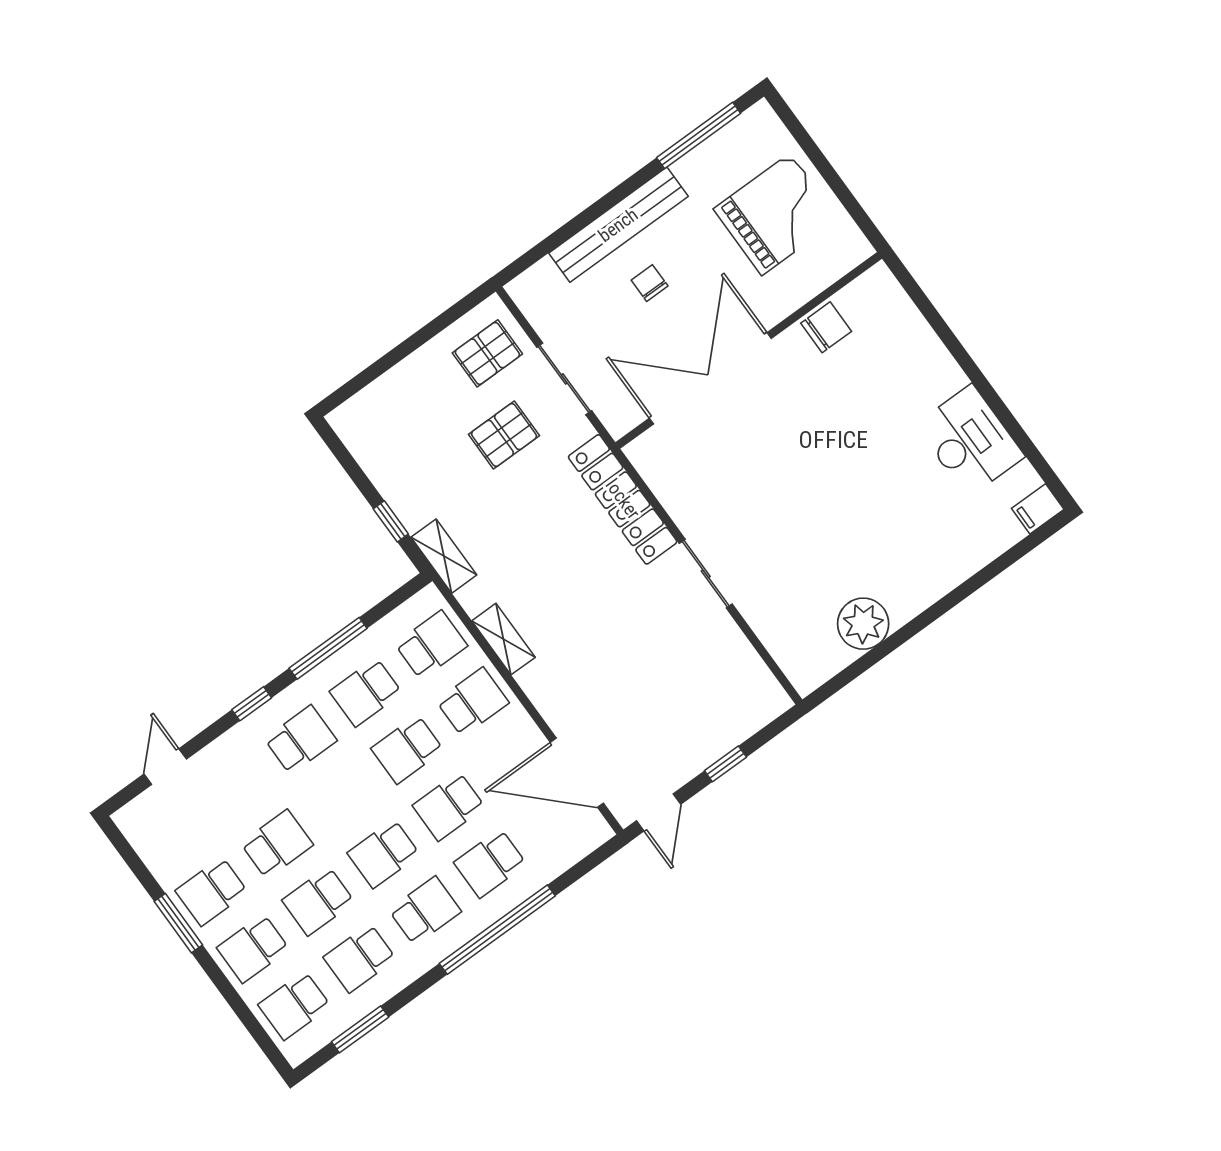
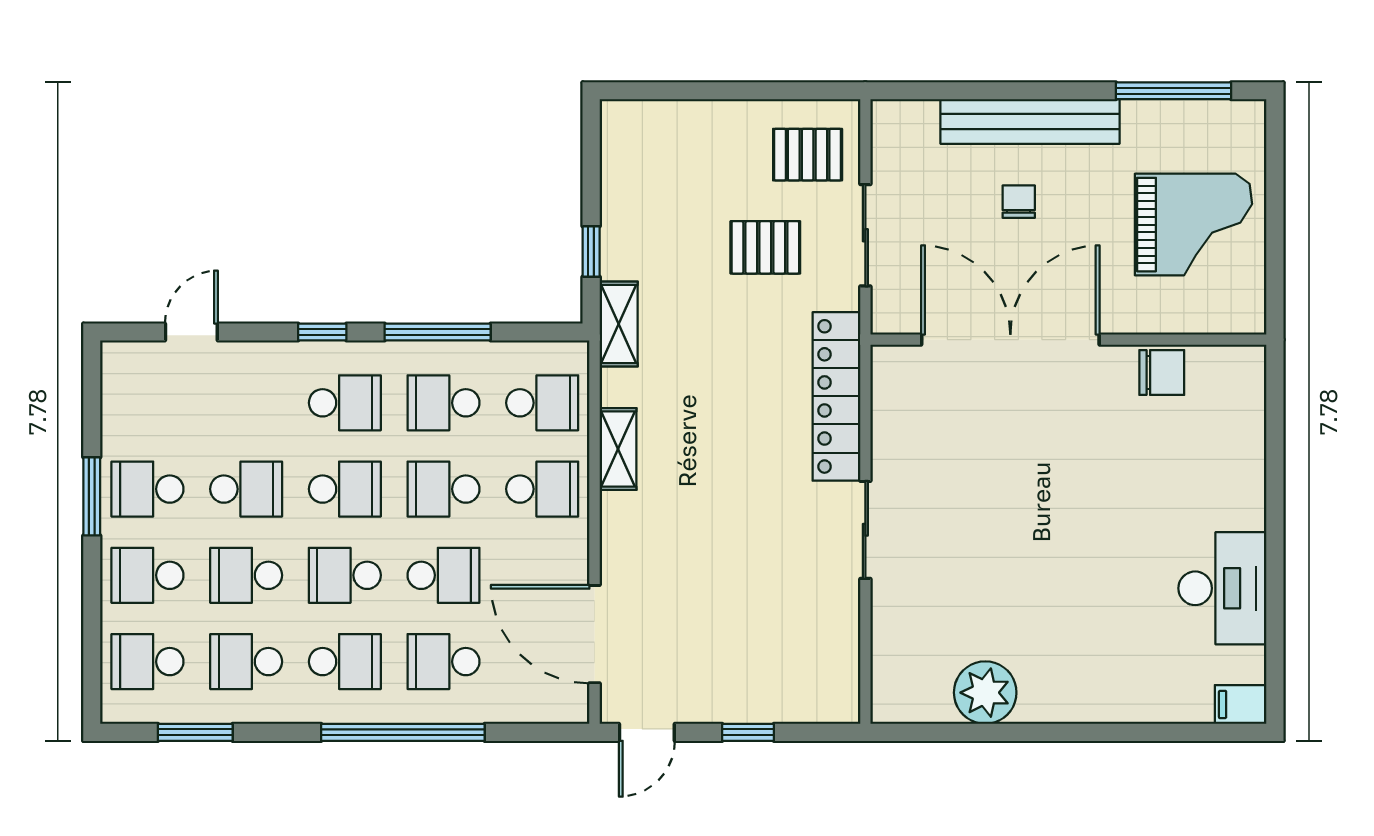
school desk: (342, 797) -> (345, 489), added
school desk: (449, 806) -> (444, 575), turned 180

